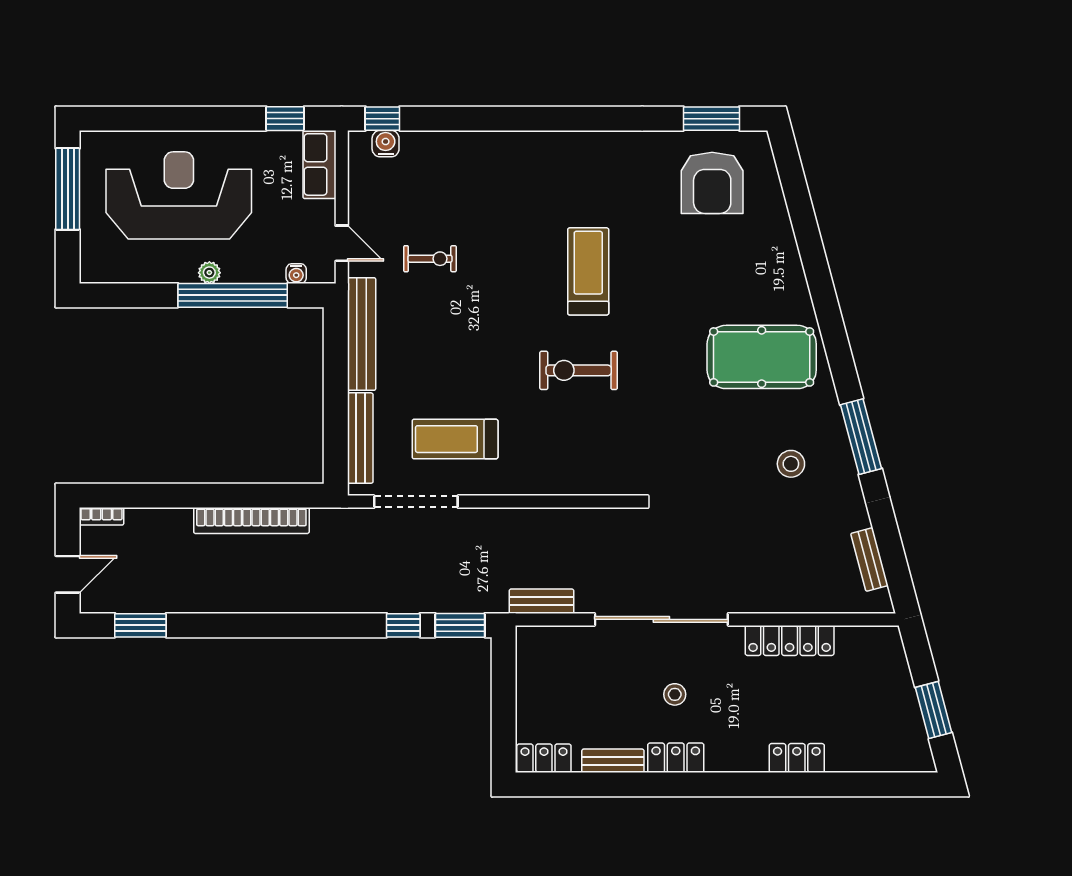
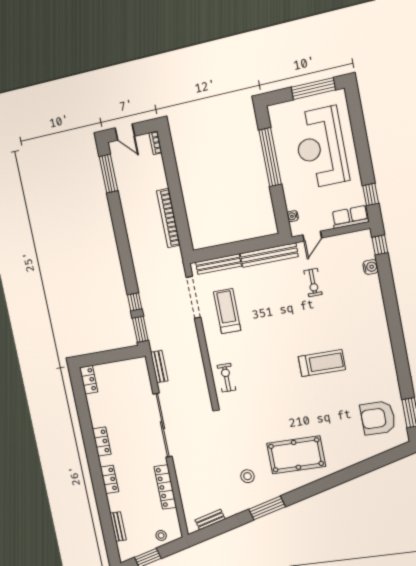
water cooler: (386, 144) -> (371, 267), moved
reception desk: (179, 195) -> (321, 147), turned 180
plant: (209, 273) -> (285, 172), removed
window: (233, 295) -> (270, 157), moved
pool table: (762, 357) -> (296, 455), turned 90
exercise bike: (579, 370) -> (226, 378), moved, width x0.73, depth x0.72
window: (140, 625) -> (109, 174), width x1.44
stool: (675, 694) -> (161, 535), moved
locker: (797, 758) -> (109, 479), moved
bench: (613, 761) -> (118, 527), moved

